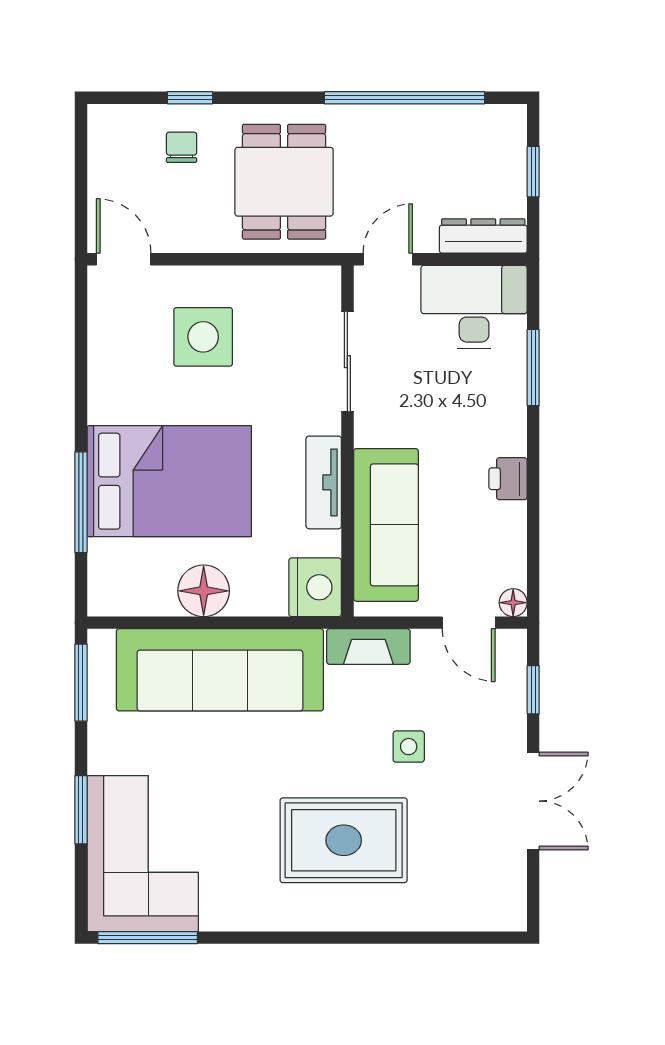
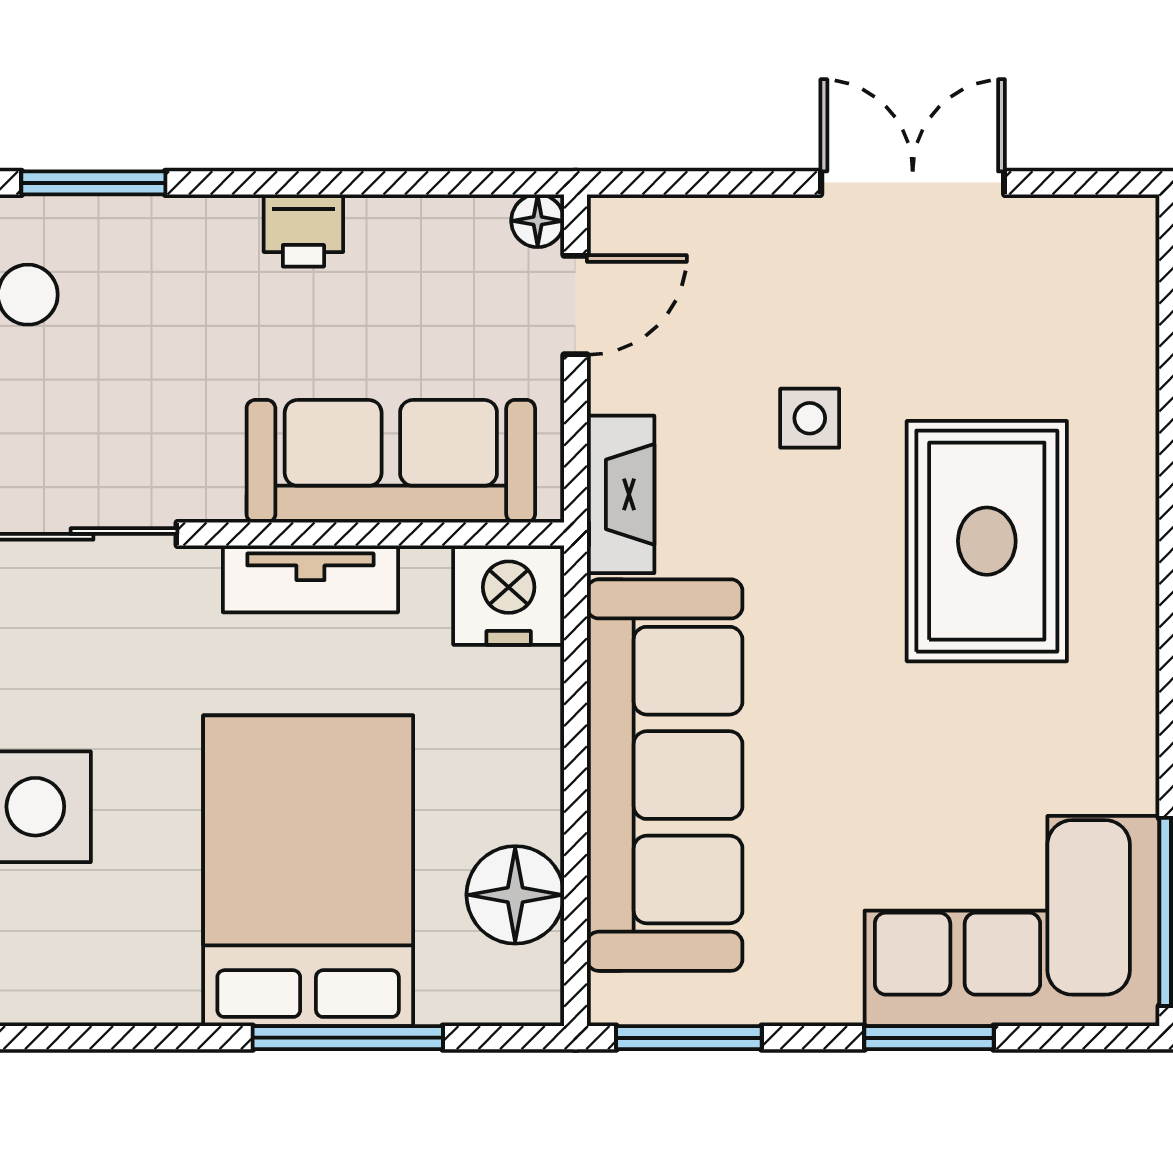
floor lamp: (204, 591) -> (515, 895), moved
window: (533, 690) -> (702, 183), removed

